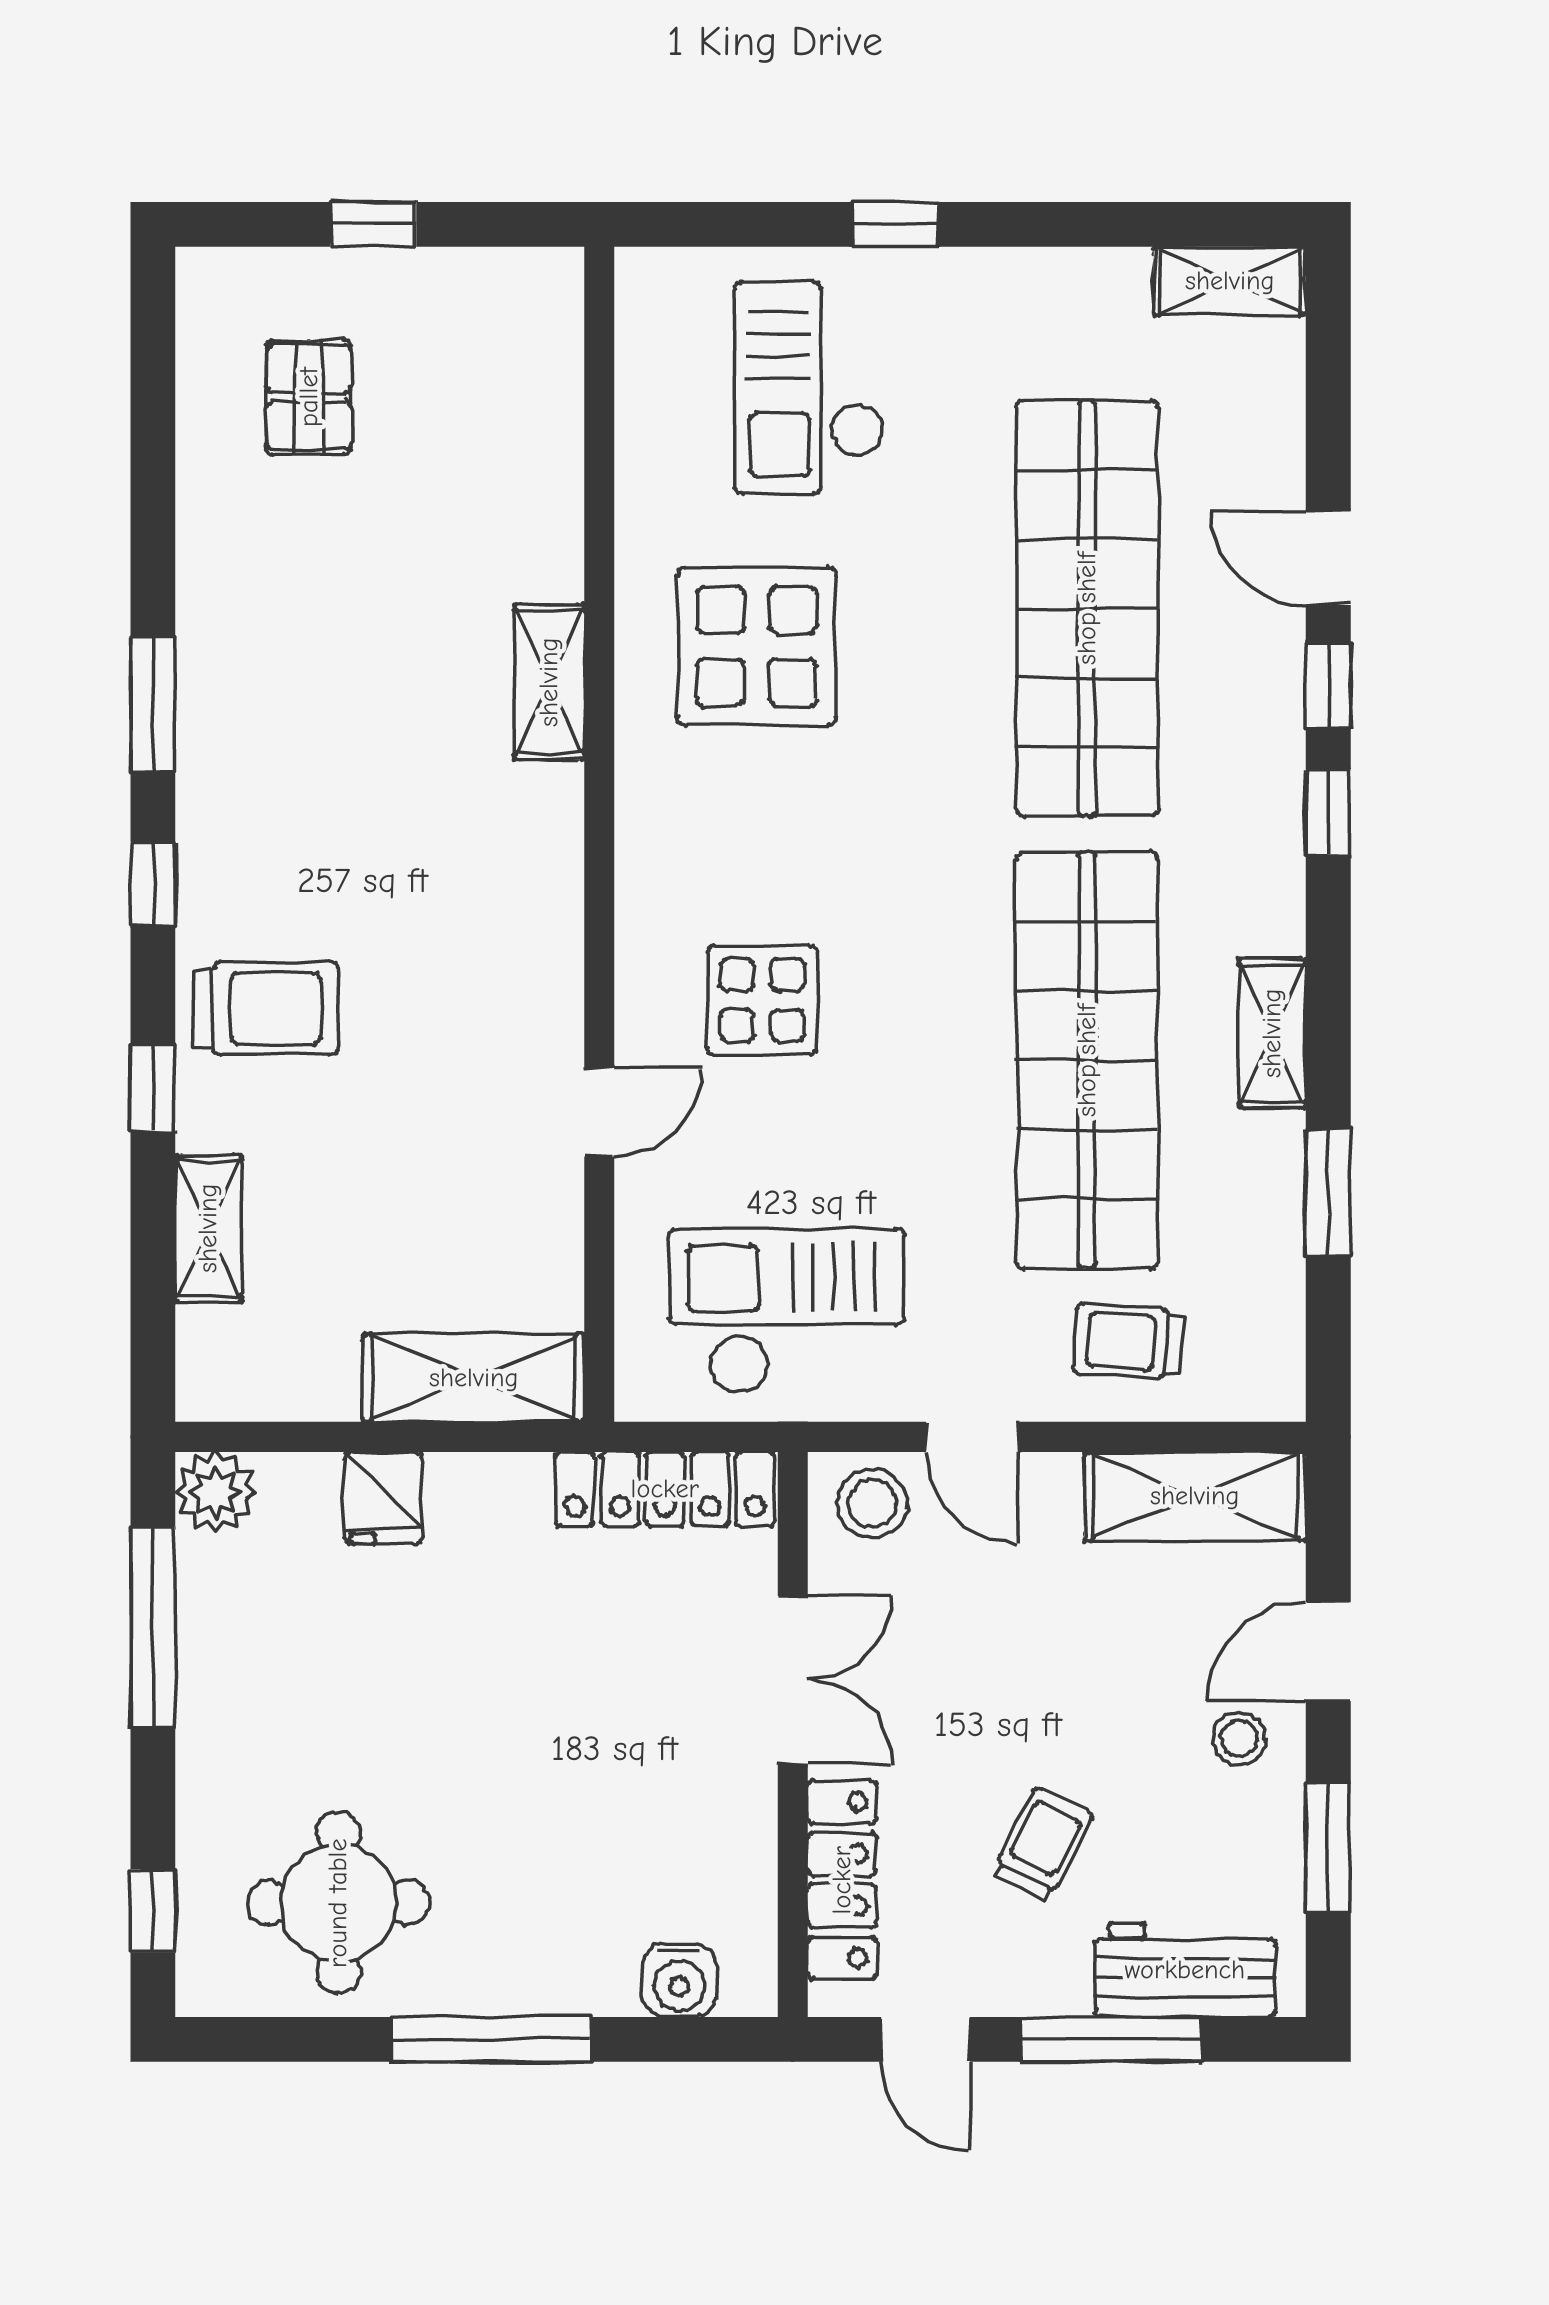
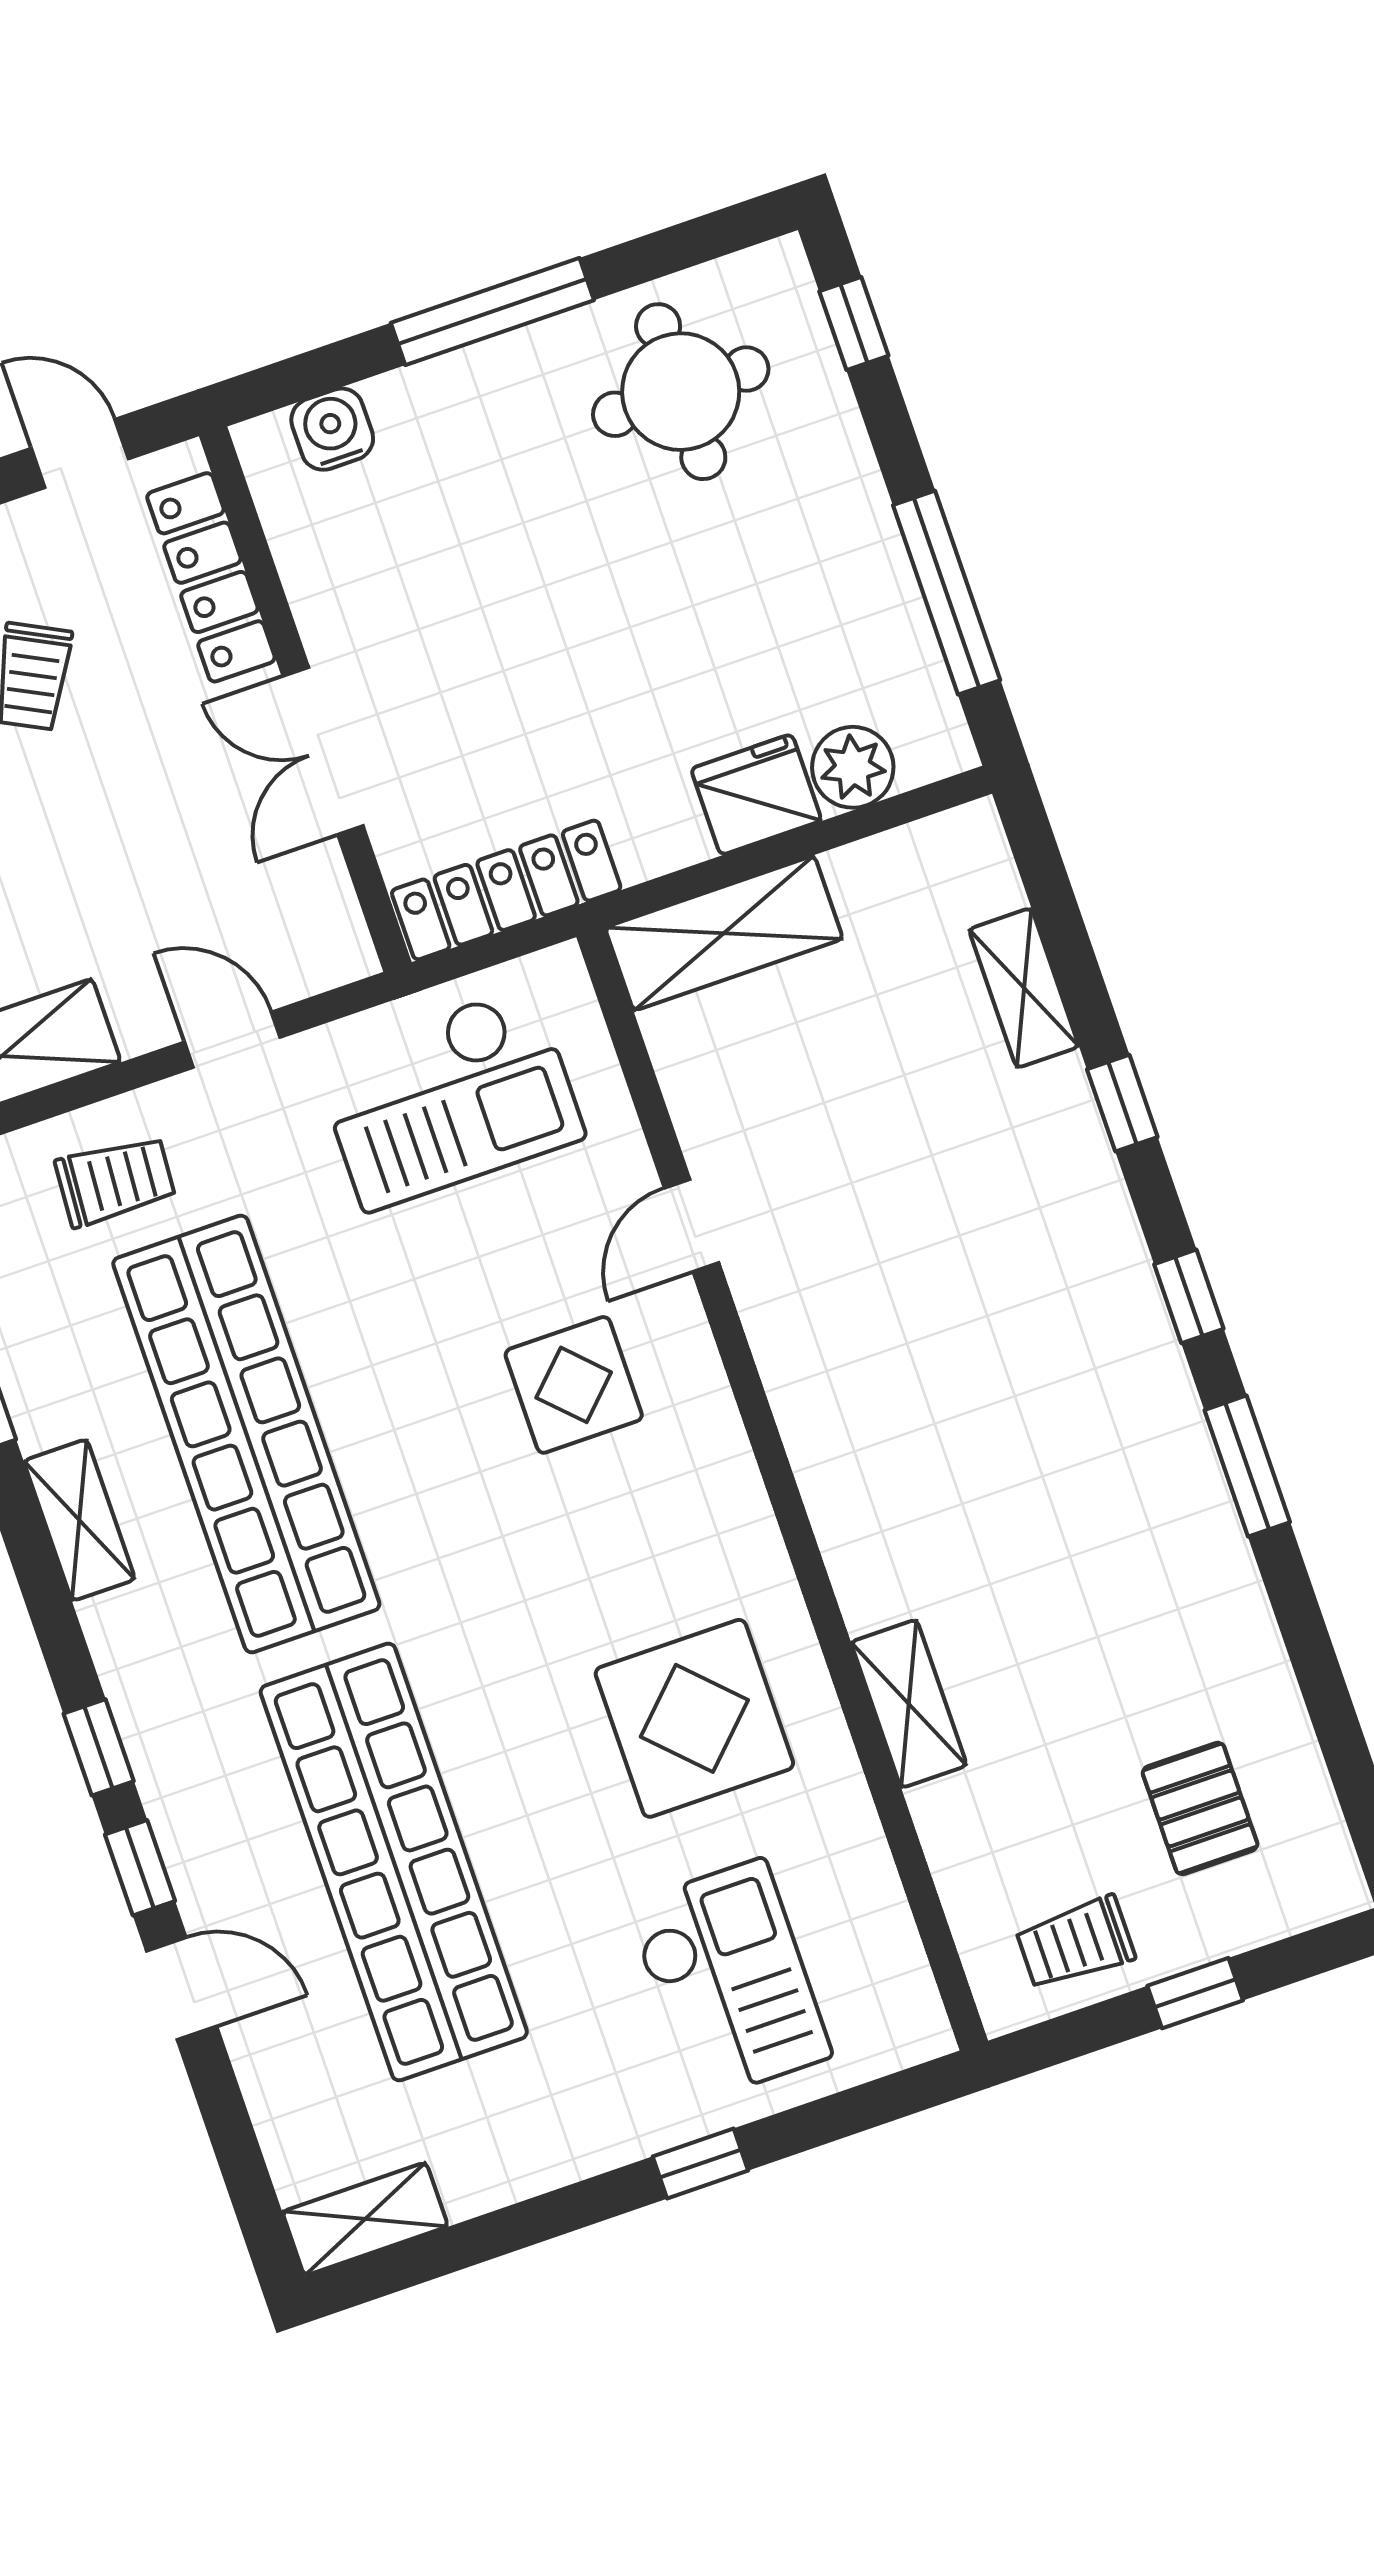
shelving: (549, 682) -> (909, 1704), moved
trolley: (266, 1008) -> (1075, 1943), moved, width x0.73, depth x0.72
plant: (216, 1492) -> (853, 767), moved
fridge: (383, 1498) -> (756, 795), width x1.38
stool: (872, 1503) -> (305, 944), removed

